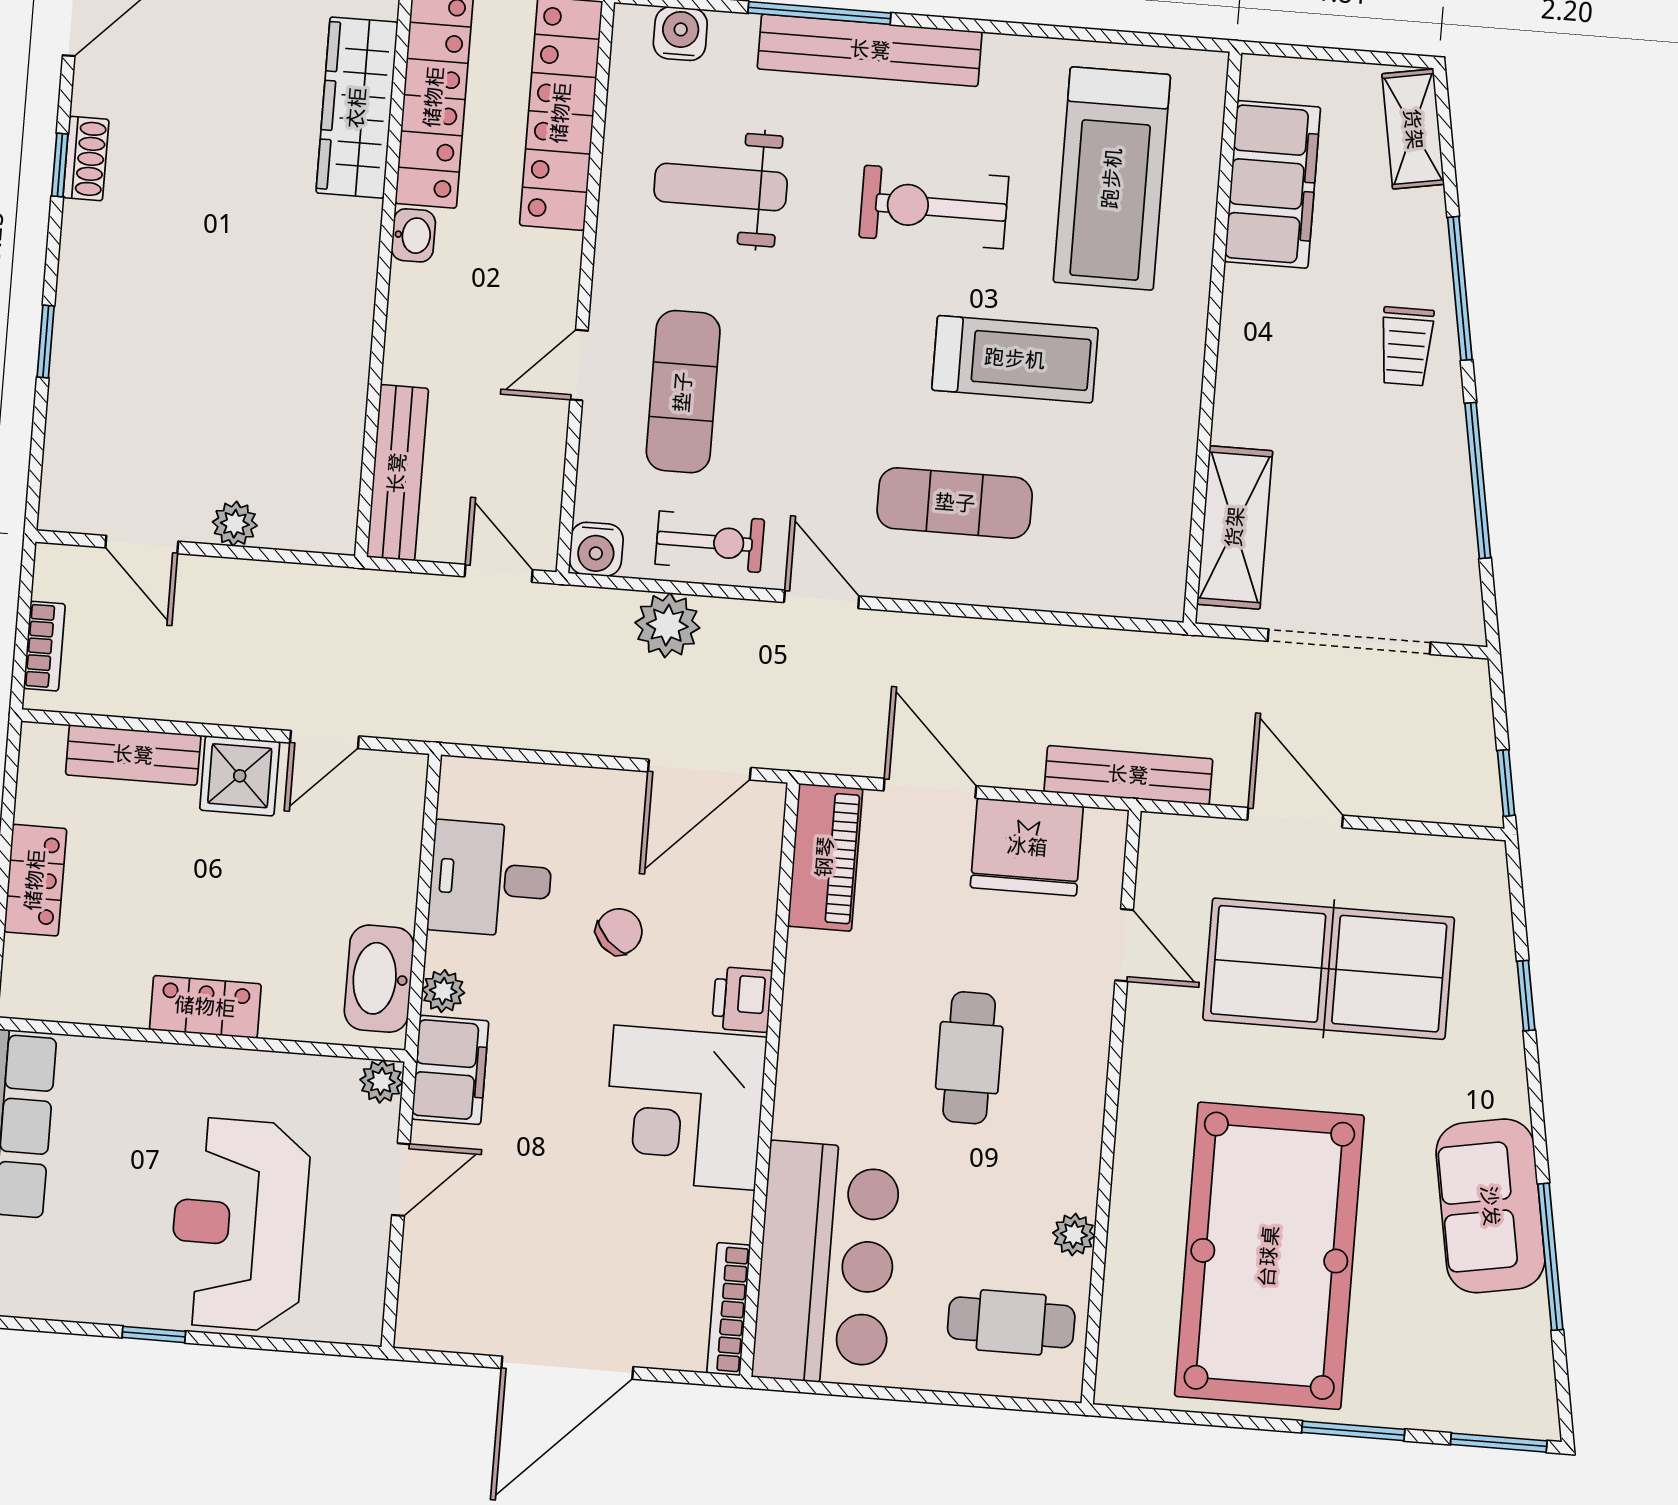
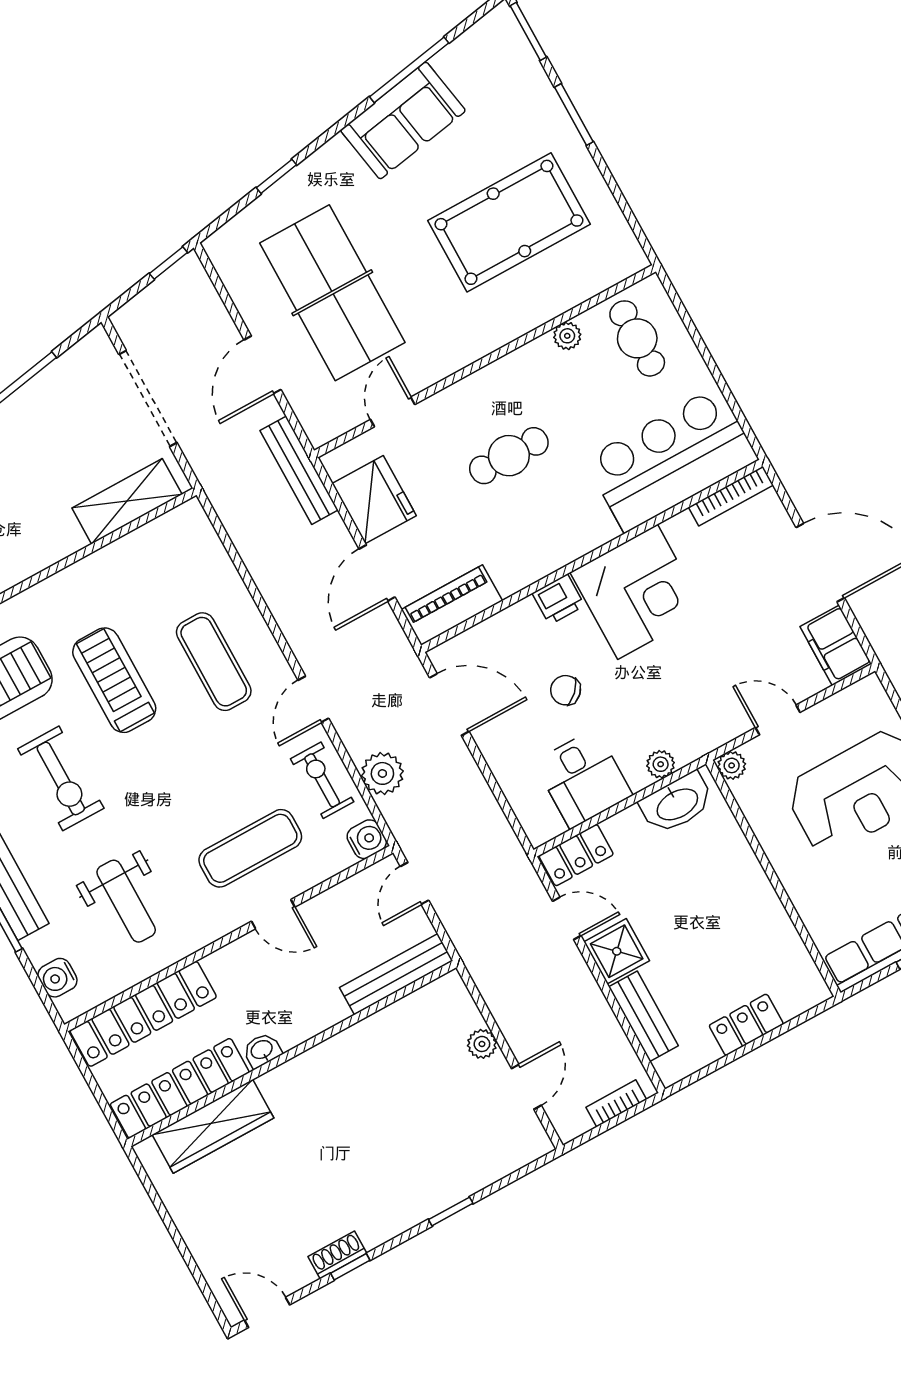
locker: (205, 1007) -> (576, 855), moved, turned -90
filing cabinet: (450, 1070) -> (836, 645), moved, turned -90
pool table: (1269, 1256) -> (509, 222), width x0.73, depth x0.76

